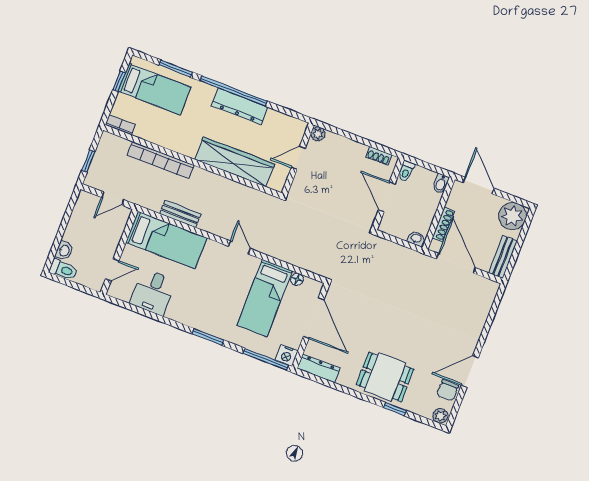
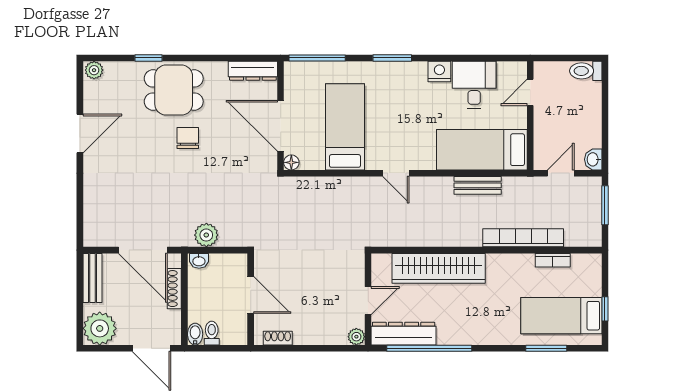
window: (234, 91) -> (429, 348), moved
dresser: (240, 106) -> (404, 334), moved
bookcase: (120, 125) -> (553, 260), moved
window: (88, 161) -> (605, 205), width x1.50
toilet: (406, 171) -> (212, 333), moved
washbasin: (64, 251) -> (593, 159), moved
plant: (403, 256) -> (206, 235), added
floor lamp: (297, 279) -> (291, 162), moved
nightstand: (287, 355) -> (439, 71), moved
chair: (448, 390) -> (188, 138), moved

